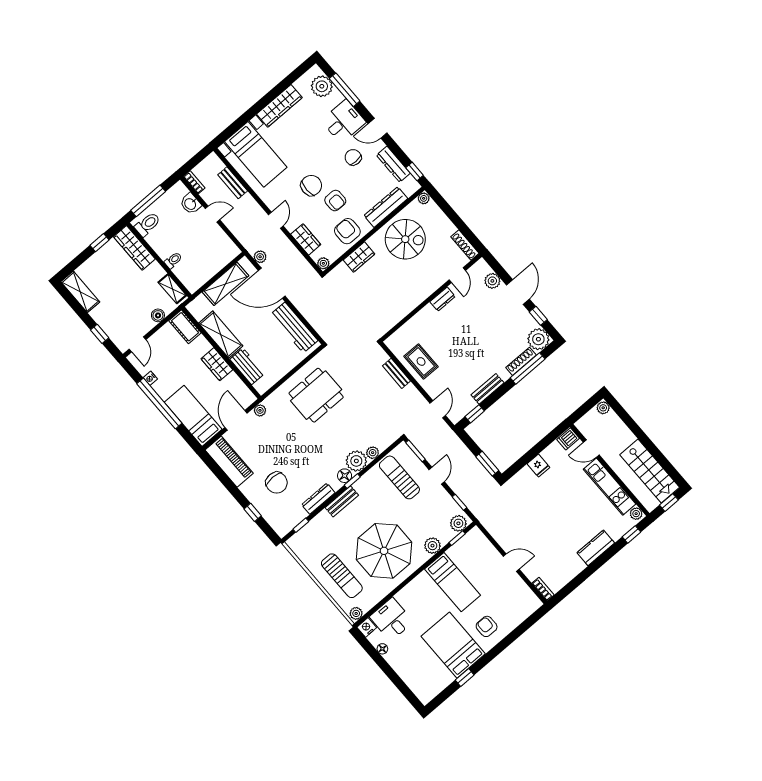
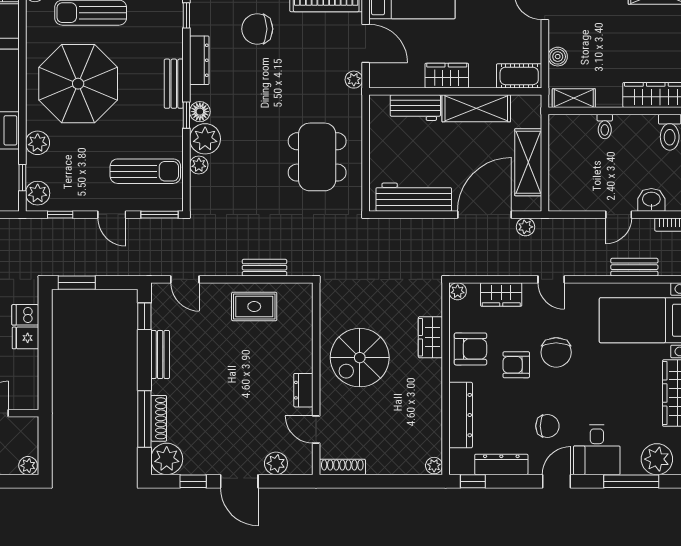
spiral stairs: (405, 239) -> (360, 358), moved
dishwasher: (568, 439) -> (25, 315), moved, turned -90

